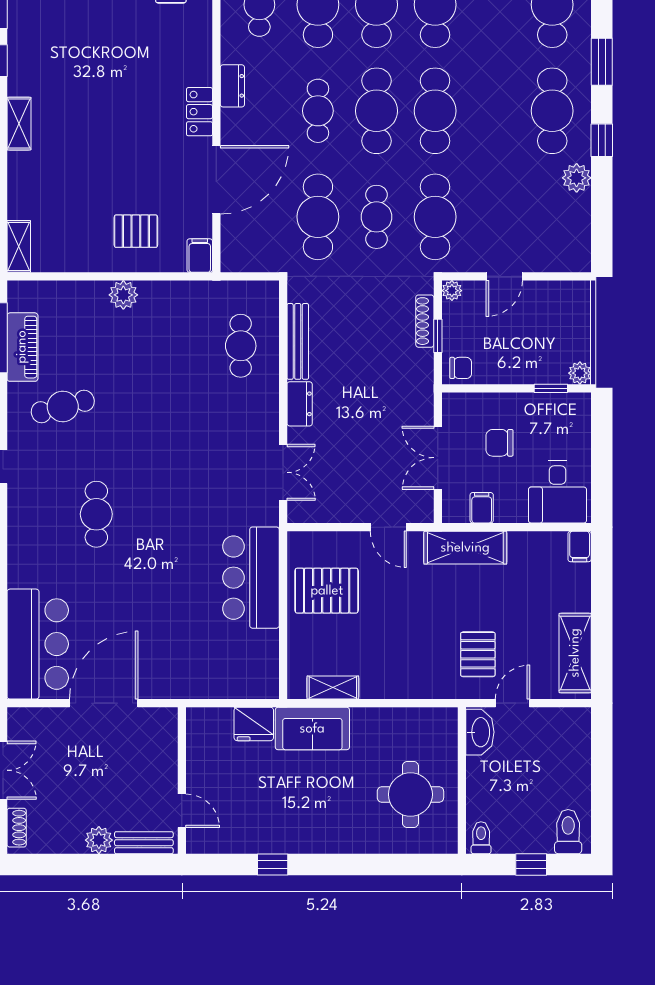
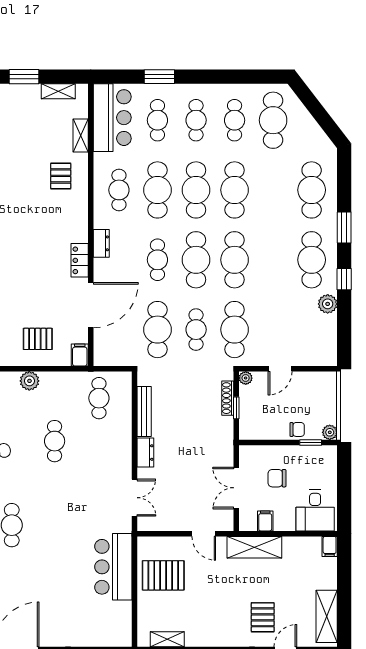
cafe table: (241, 346) -> (99, 398), moved
chair: (461, 368) -> (297, 429), moved
cafe table: (162, 386) -> (55, 441), added

